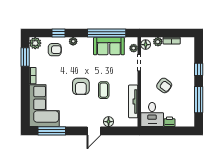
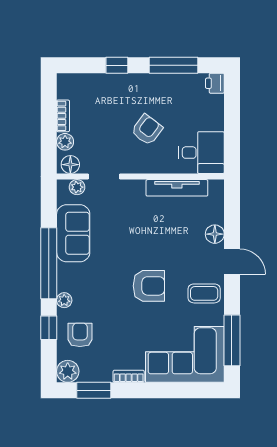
window: (107, 33) -> (49, 263), moved
coffee table: (104, 90) -> (204, 293), moved
printer: (170, 122) -> (215, 83), moved

